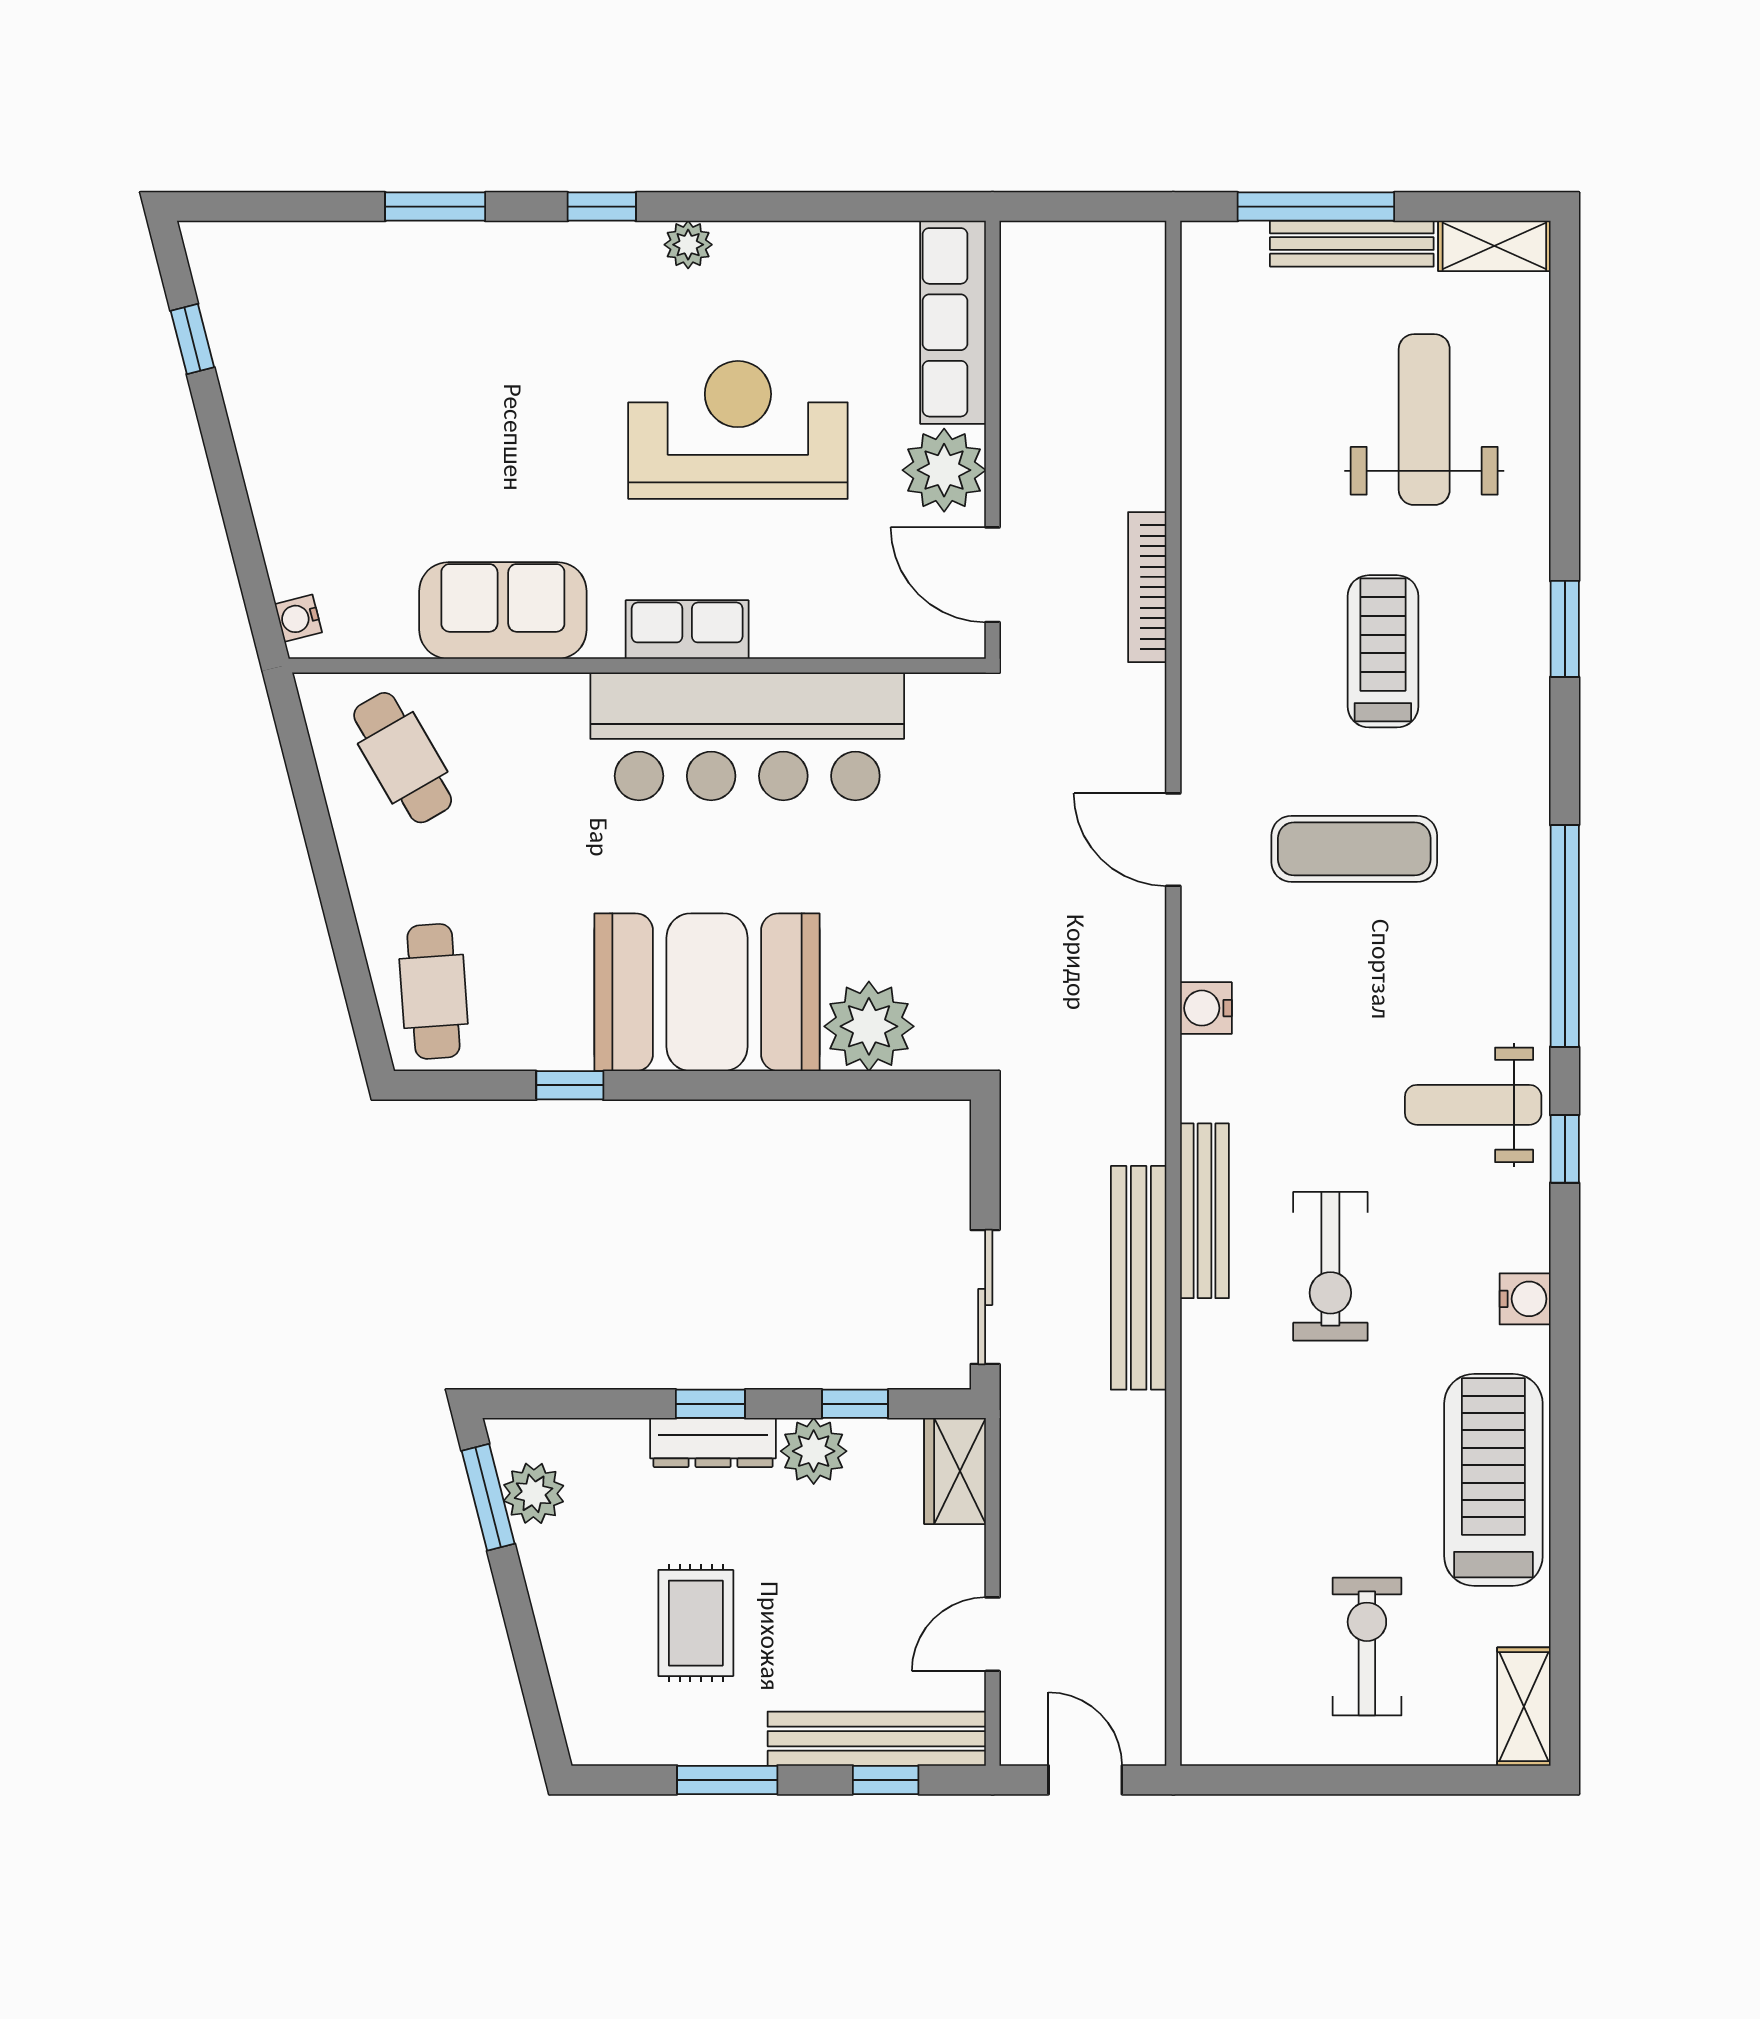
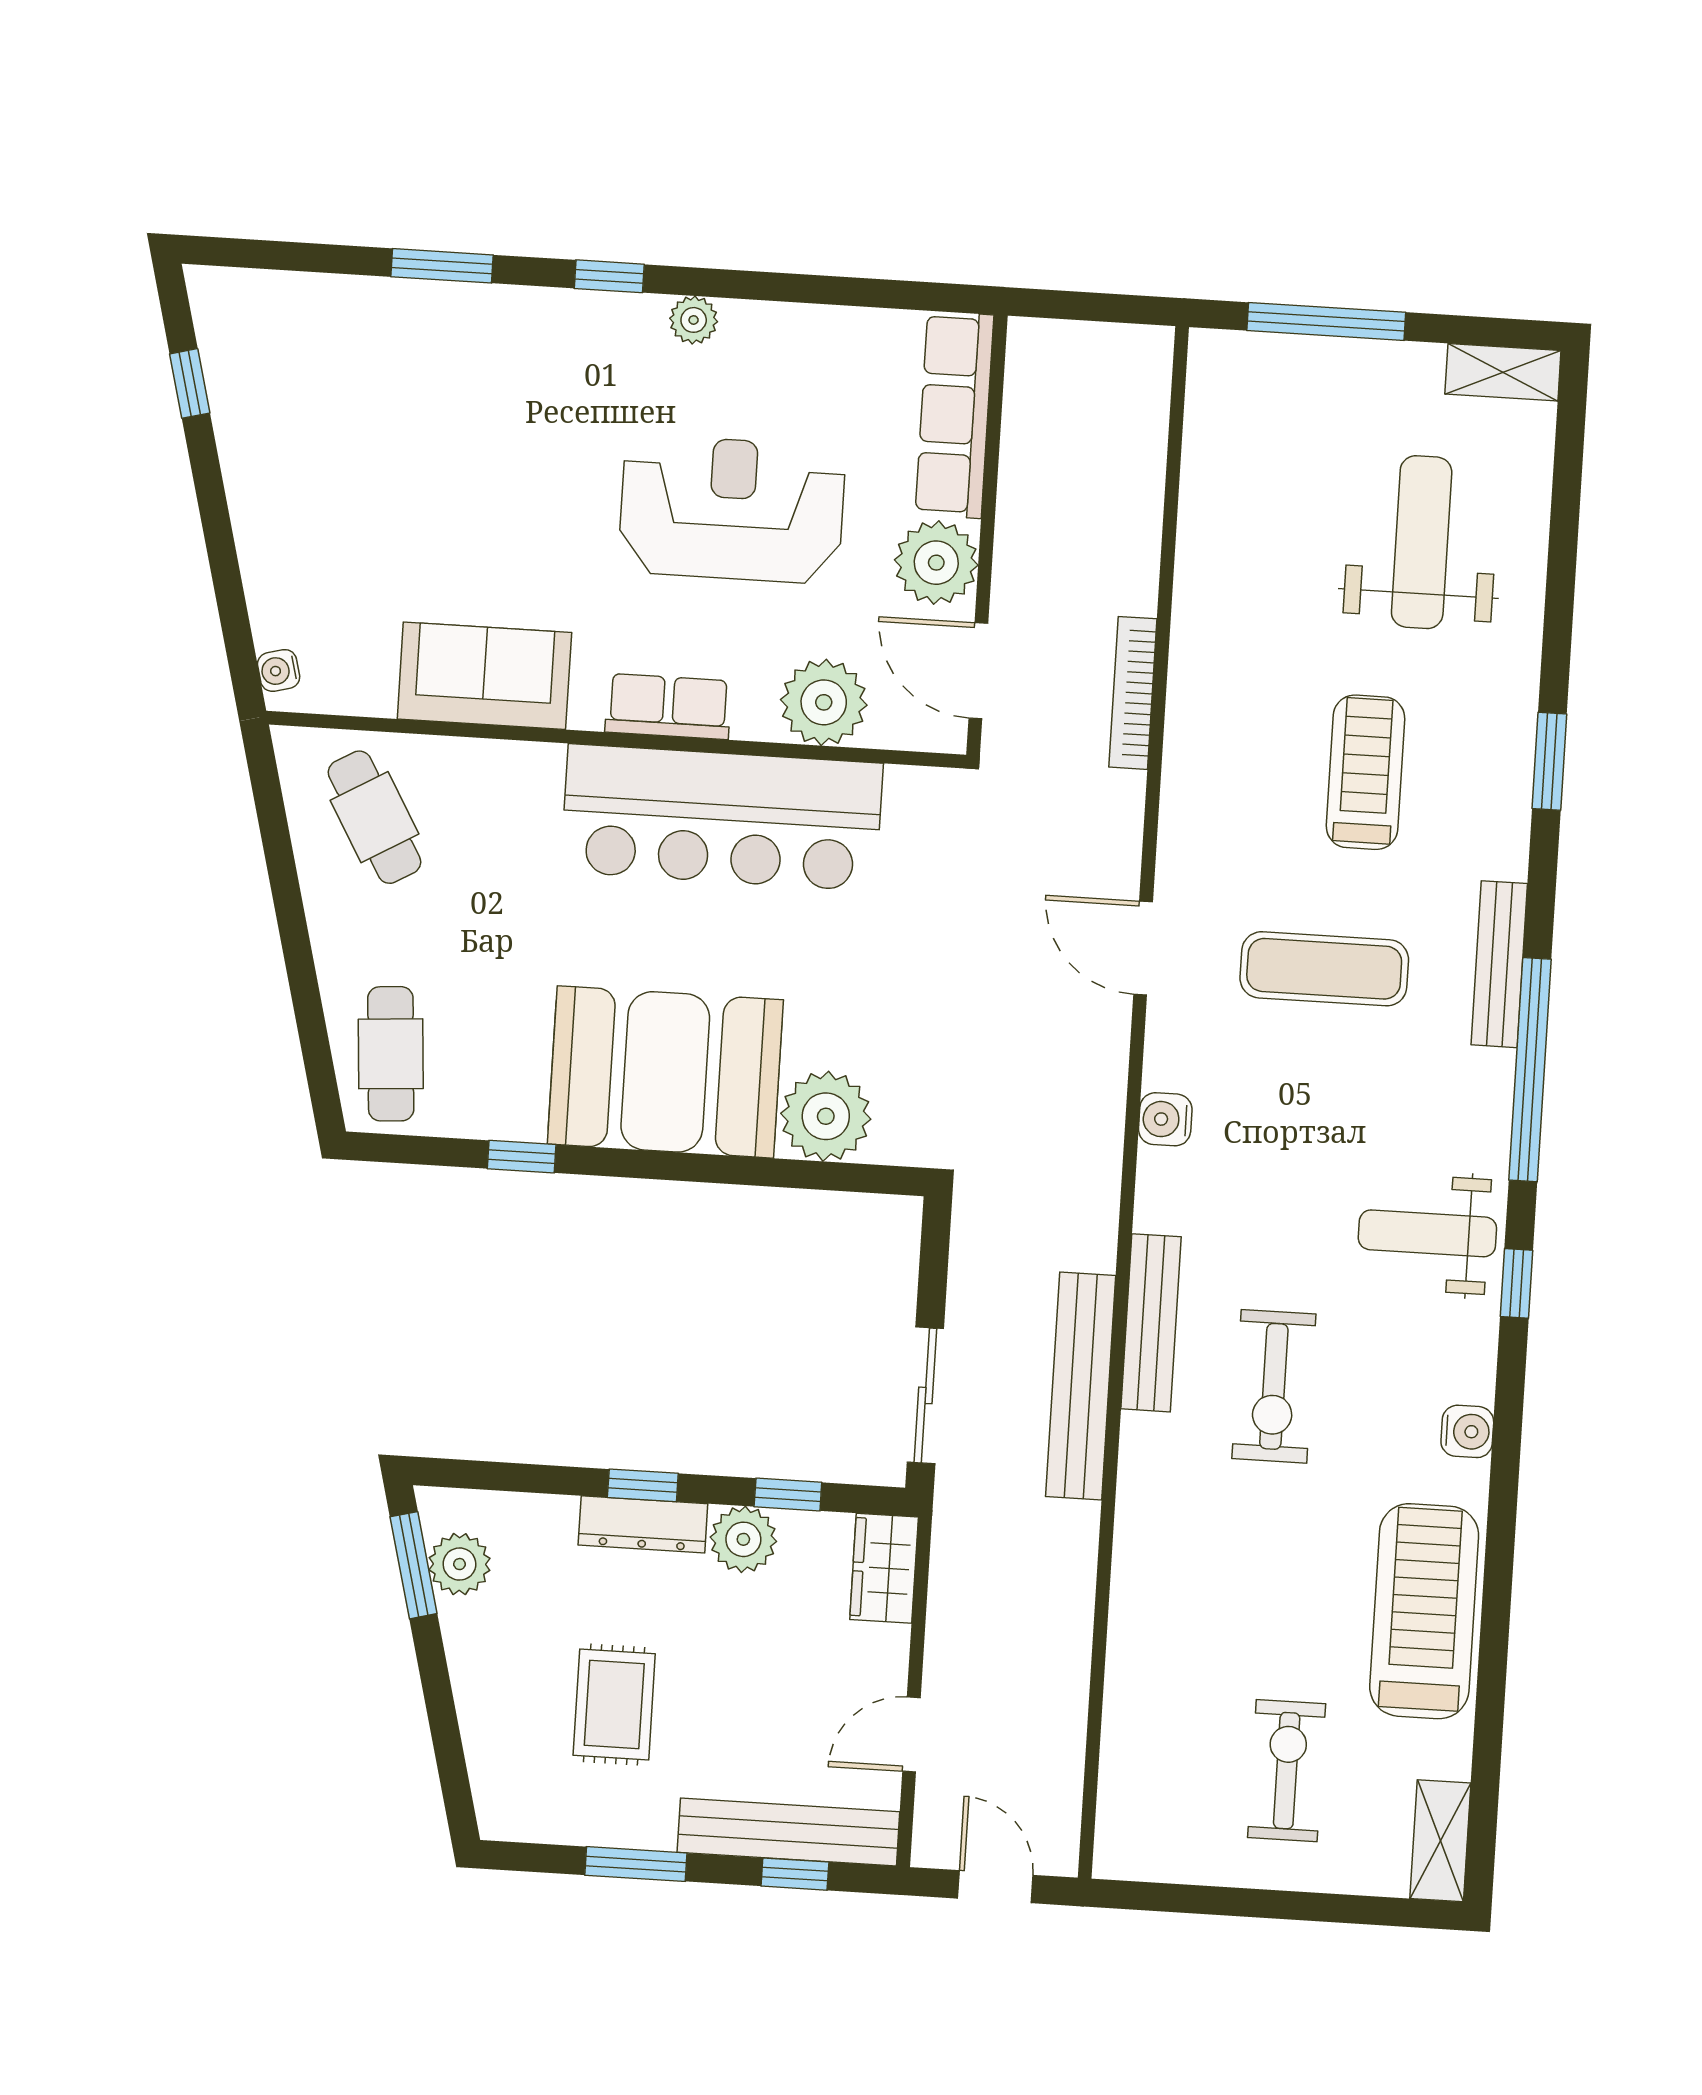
bench: (1352, 244) -> (1499, 964), moved, turned 90
plant: (841, 616) -> (824, 702), added

